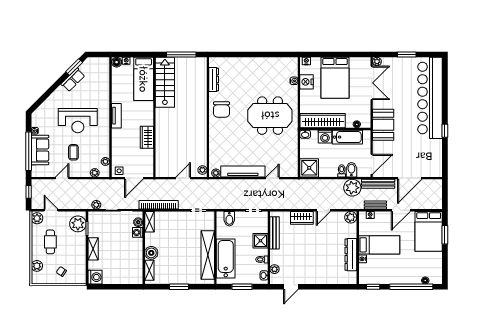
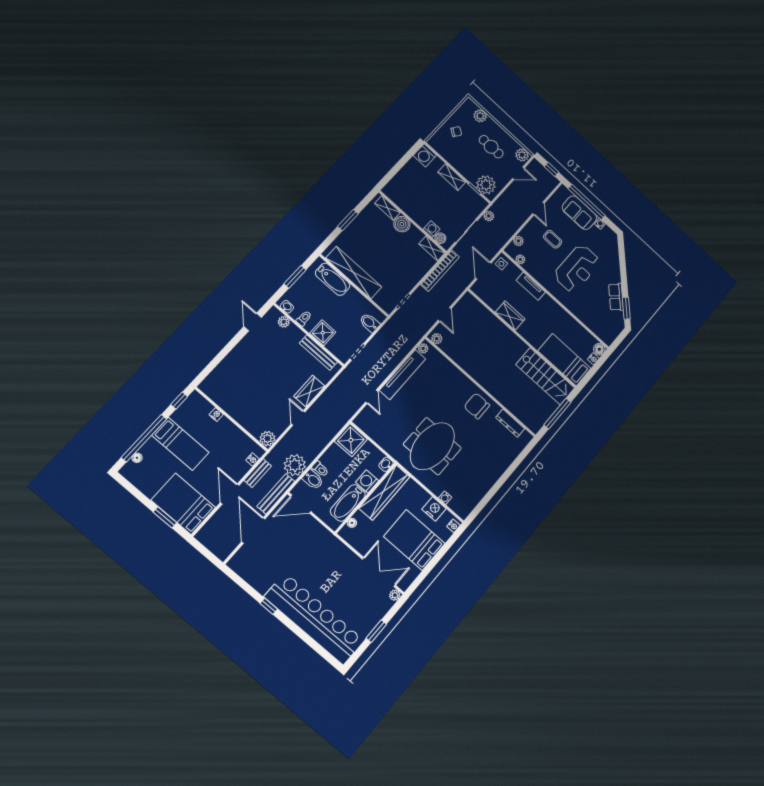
double door: (372, 83) -> (379, 572), swing flipped
tv unit: (116, 116) -> (531, 286), moved
reception desk: (78, 121) -> (577, 268), turned 180
booth: (383, 125) -> (329, 549), removed
door: (372, 164) -> (301, 504), hinge flipped
bed: (379, 245) -> (180, 444), moved, turned -90
dresser: (351, 255) -> (231, 407), removed
bathtub: (226, 258) -> (333, 279), width x0.73, depth x0.73

